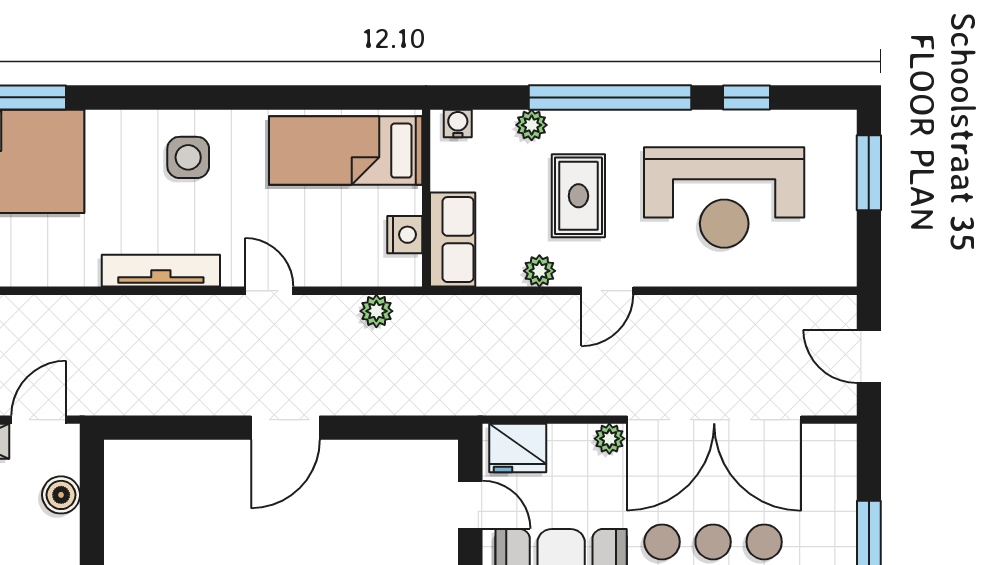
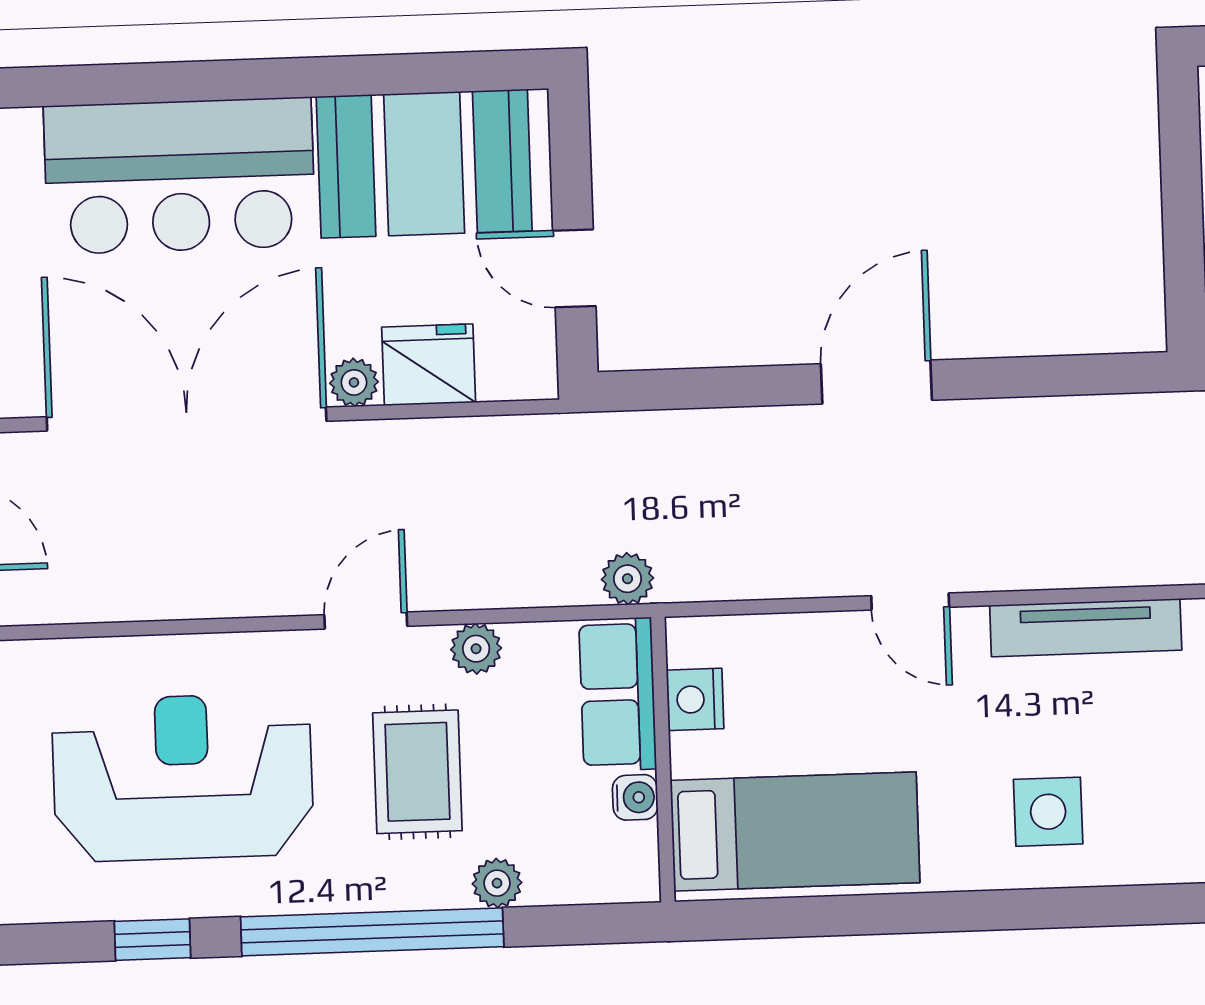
water cooler: (458, 123) -> (635, 797), moved, turned -90
plant: (376, 311) -> (627, 579), moved
fridge: (518, 448) -> (429, 365), moved

